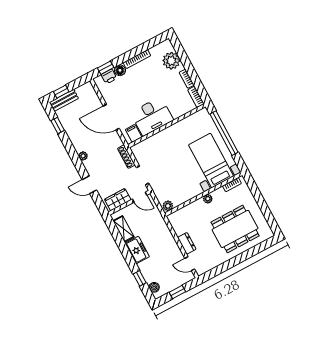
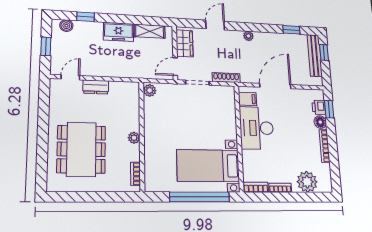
bench: (64, 100) -> (315, 56), width x1.36
bed with nightstands: (211, 161) -> (208, 166), moved, turned 180

